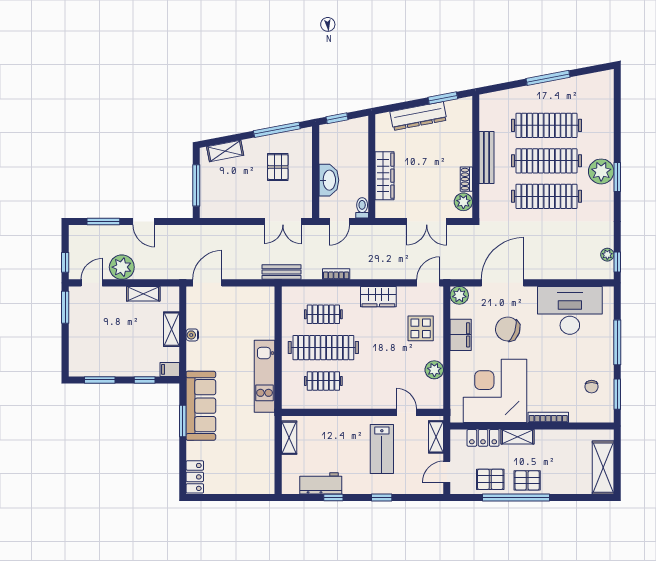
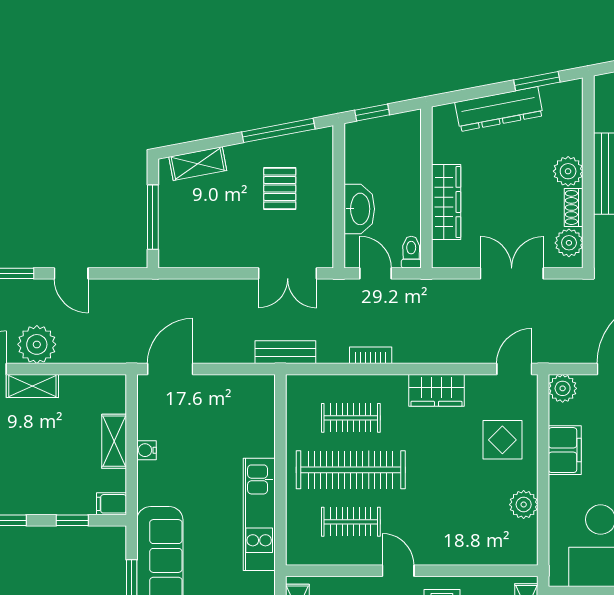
plant: (463, 156) -> (568, 171), added
door: (339, 222) -> (376, 273), swing flipped
double door: (427, 222) -> (512, 273), swing flipped
shelving: (143, 294) -> (32, 386), moved
door: (406, 412) -> (398, 571), moved

